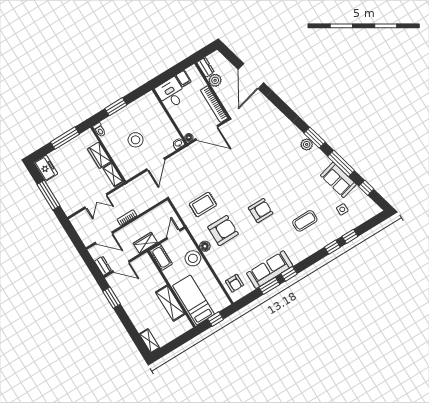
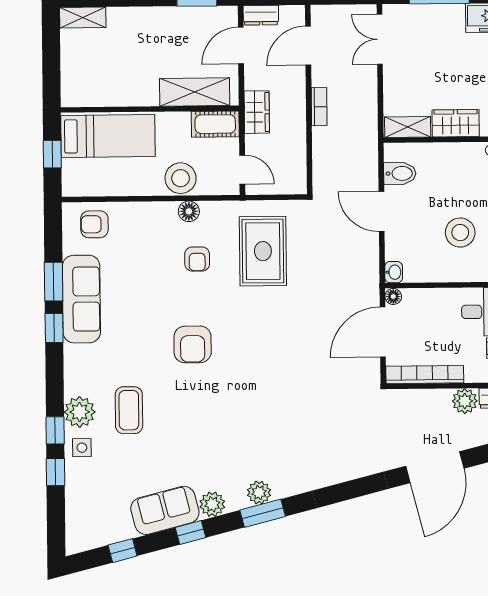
door: (251, 76) -> (435, 467), swing flipped
stool: (136, 140) -> (460, 233), moved
plant: (324, 161) -> (212, 504), added
window: (341, 163) -> (190, 532), width x0.46
bidet: (135, 166) -> (400, 173), added
double door: (96, 201) -> (380, 39), moved
rug: (203, 205) -> (263, 251), width x1.36, depth x1.43
side table: (342, 209) -> (82, 448), moved
armchair: (223, 231) -> (197, 259), width x0.53, depth x0.53
plant: (318, 241) -> (80, 412), added
shelving: (170, 303) -> (195, 92), moved

